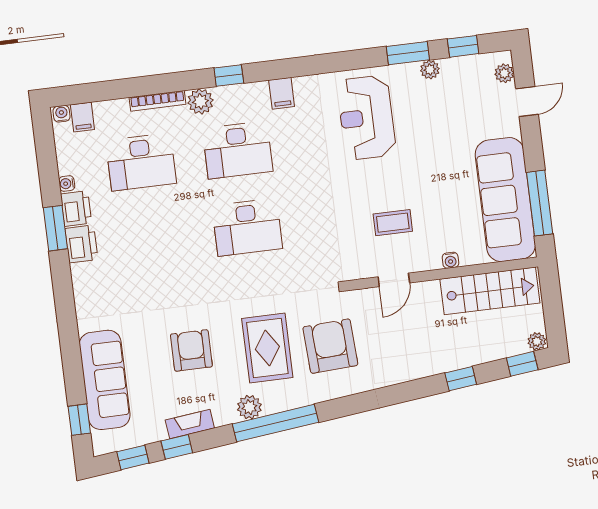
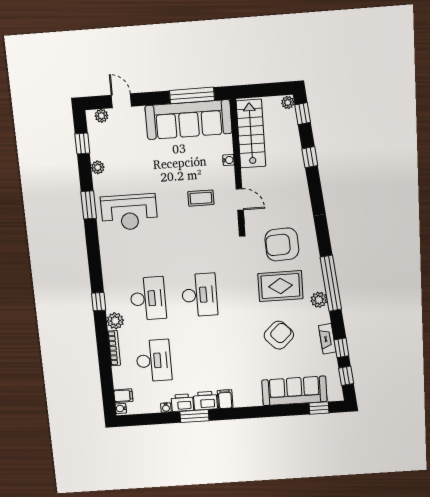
window: (408, 53) -> (89, 205), moved
filing cabinet: (282, 93) -> (225, 399), moved, turned -90
coffee table: (393, 223) -> (201, 198), turned 90
armchair: (191, 350) -> (279, 335), turned 136

